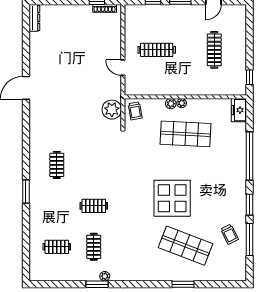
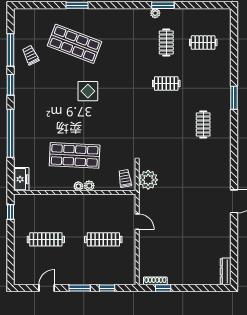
clothes rail: (214, 50) -> (46, 239), turned 90
display table: (172, 198) -> (88, 91), width x0.54, depth x0.54

